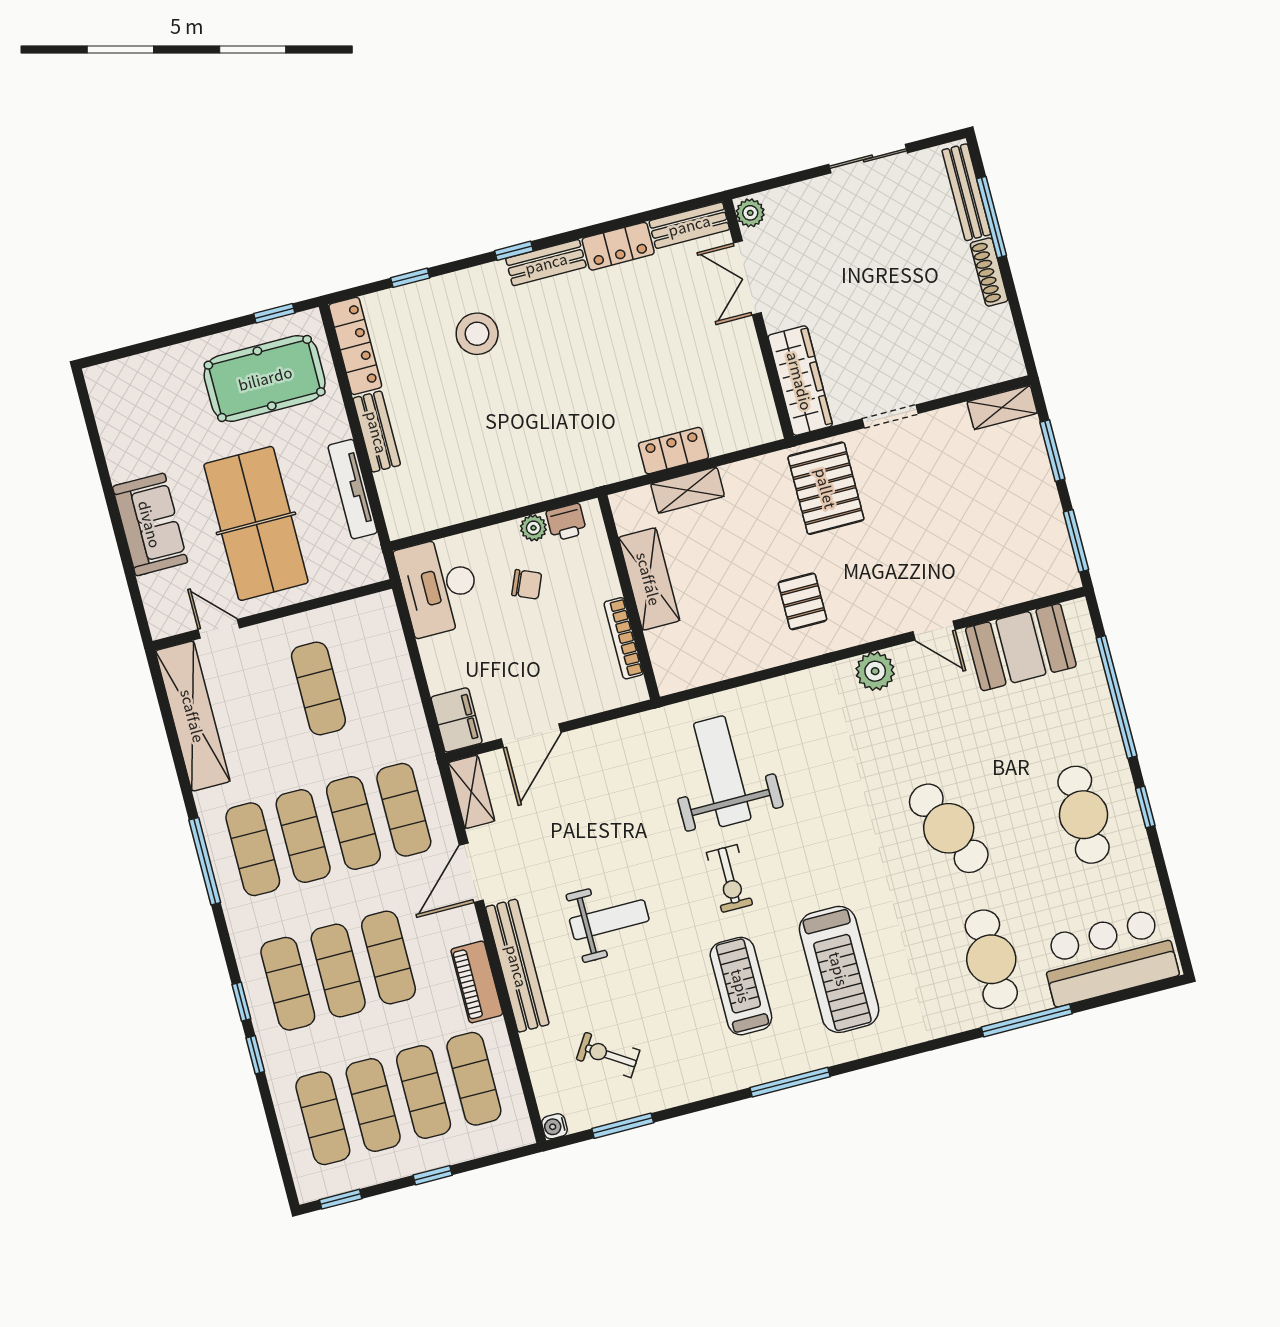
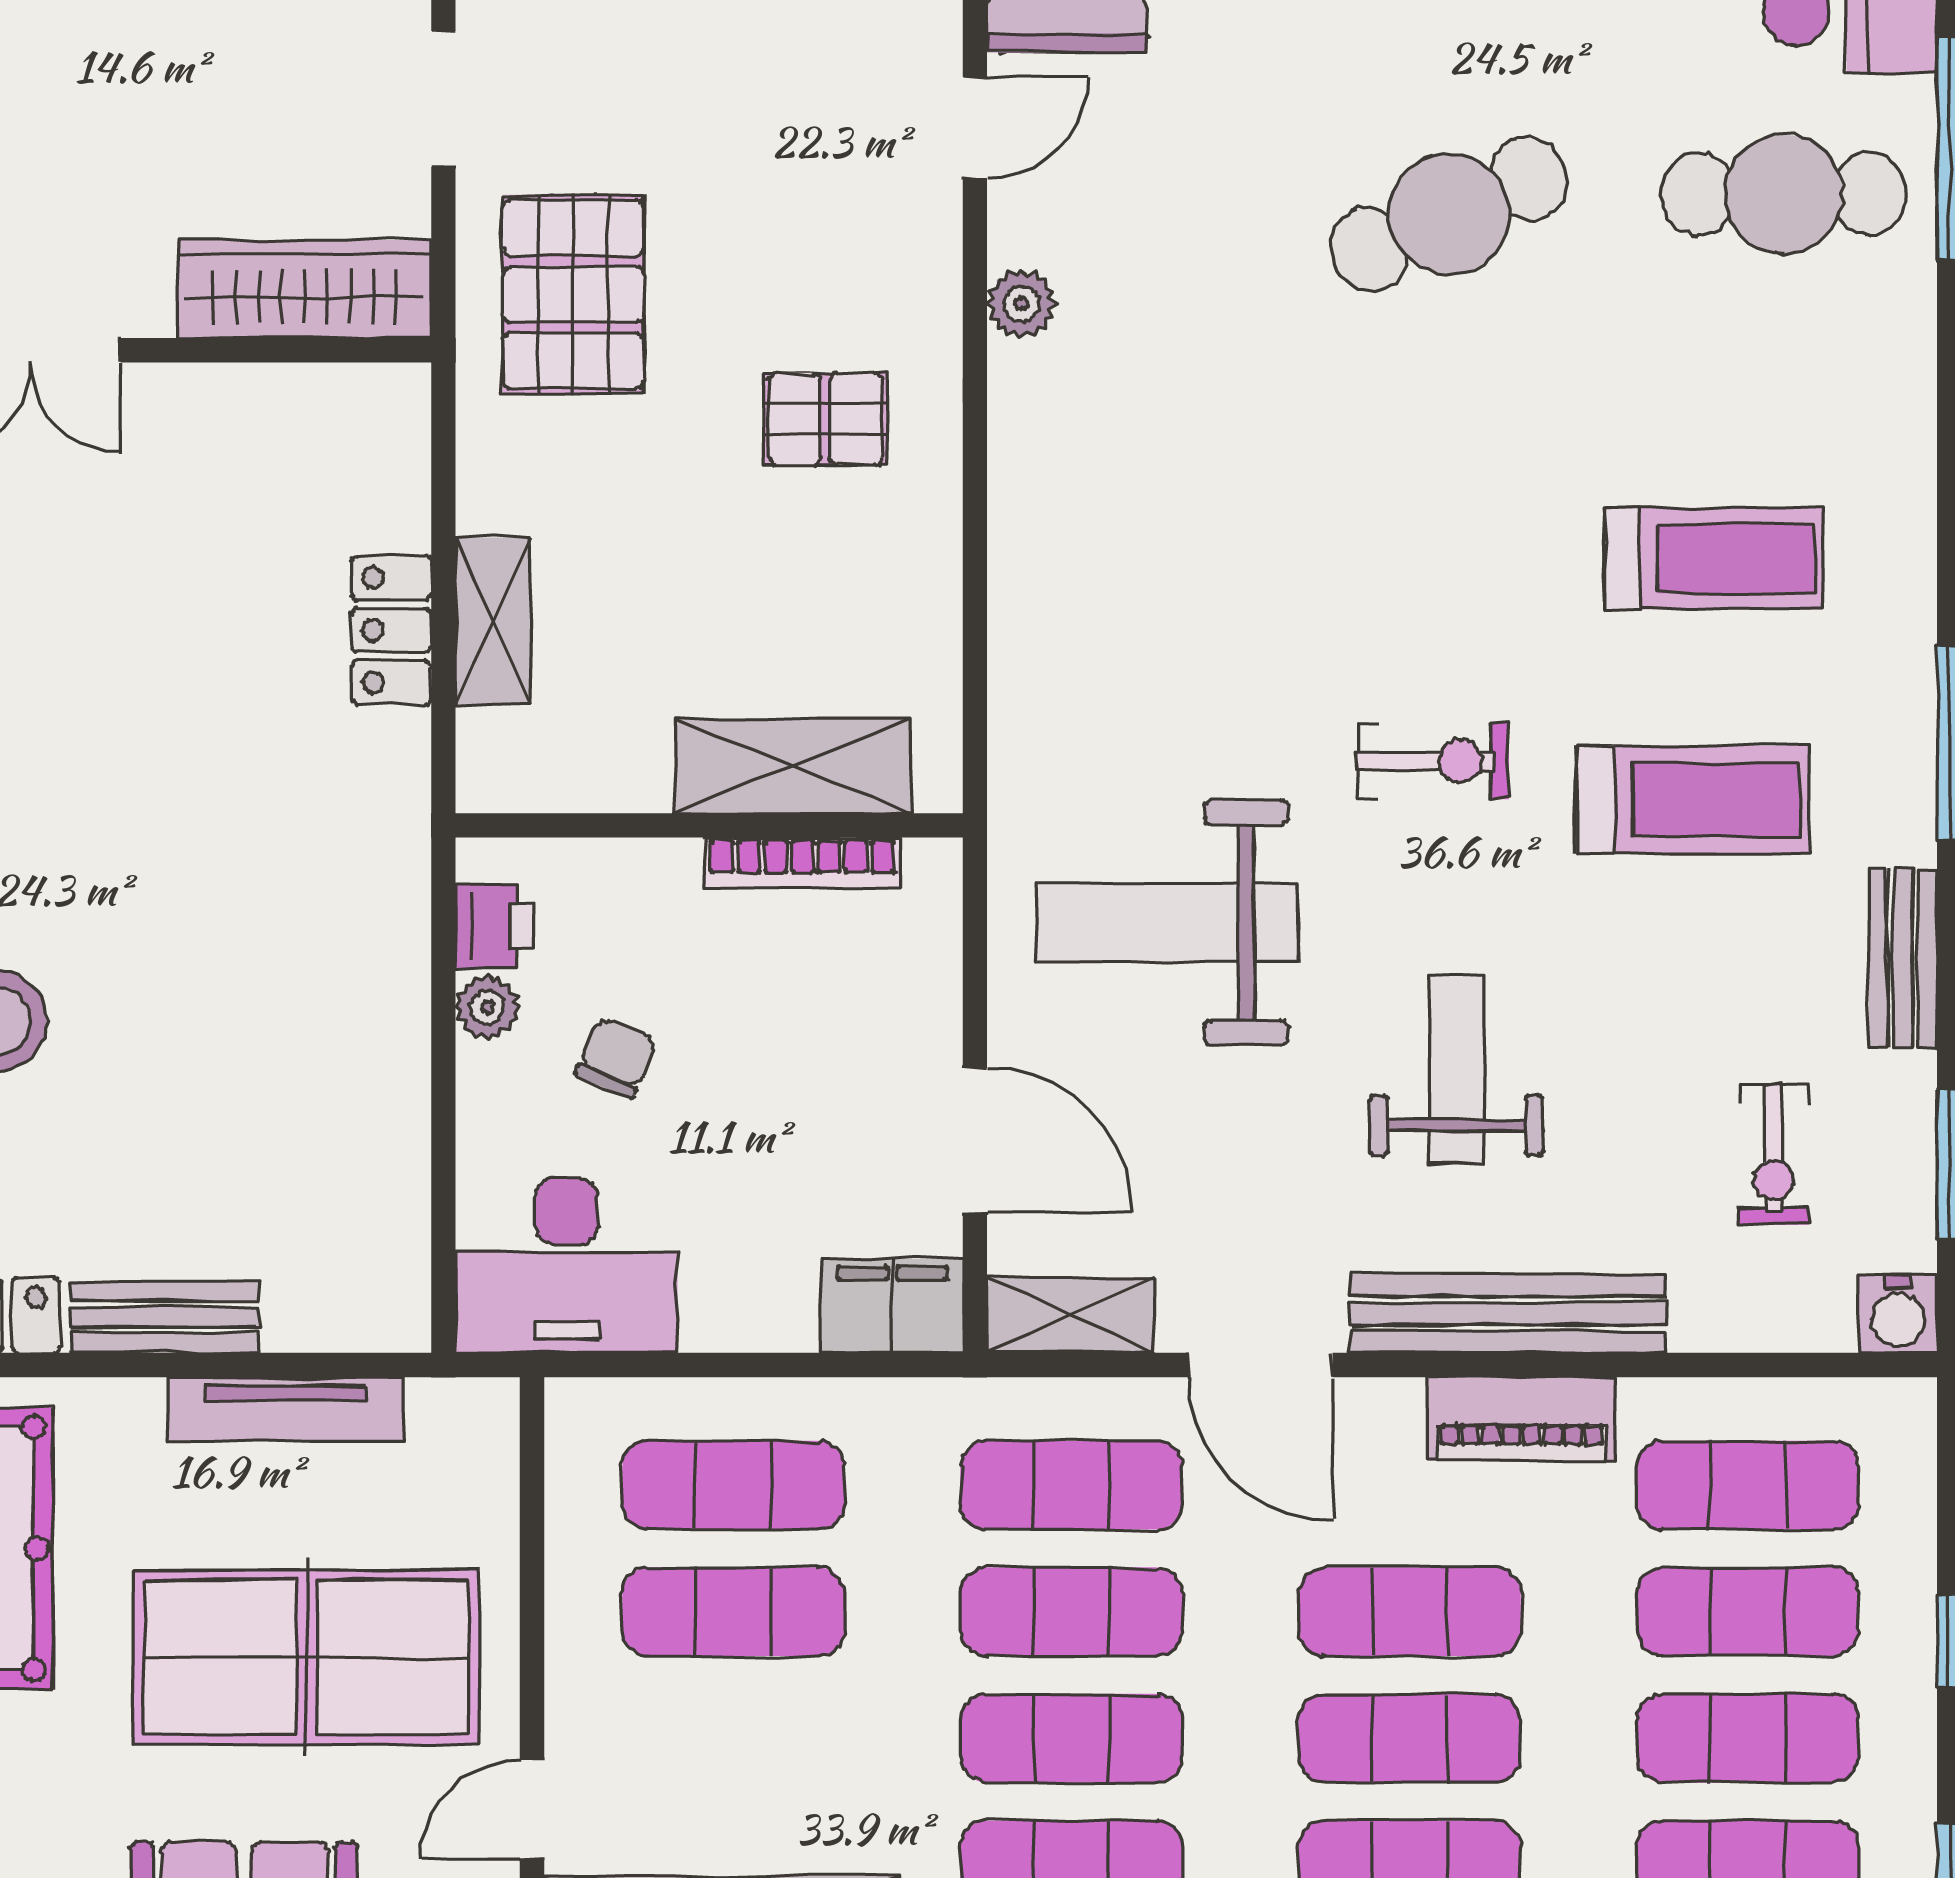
pallet: (826, 488) -> (573, 294), turned 90
shelving: (649, 579) -> (793, 766), moved
plant: (875, 671) -> (1021, 304), width x0.73, depth x0.73
exercise mat: (369, 675) -> (734, 1485), added
weight bench: (722, 771) -> (1167, 923), moved
treadmill: (839, 969) -> (1714, 559), width x0.73, depth x0.73
treadmill: (741, 986) -> (1693, 800), turned 180
exercise bike: (608, 1055) -> (1774, 1155), turned -33
bench: (700, 1086) -> (1903, 958), added
water cooler: (554, 1126) -> (1898, 1314), width x1.38, depth x1.38

